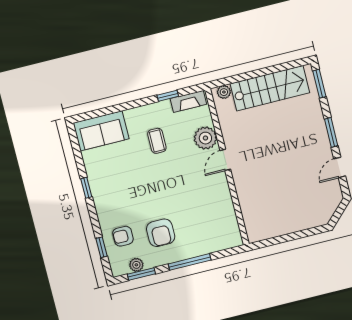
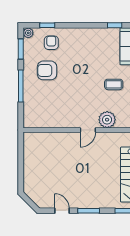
door: (225, 160) -> (88, 130), swing flipped
window: (86, 188) -> (115, 25), moved
plant: (136, 265) -> (28, 33), moved

